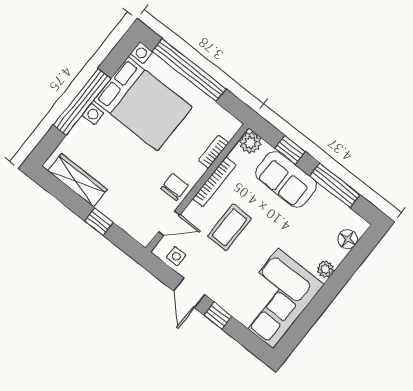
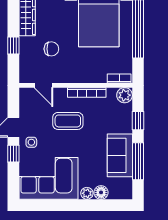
bookcase: (213, 152) -> (119, 79), moved
sofa: (286, 179) -> (120, 155), moved
chair: (175, 187) -> (51, 49), moved
floor lamp: (348, 239) -> (101, 192), moved
side table: (176, 256) -> (31, 142), moved

